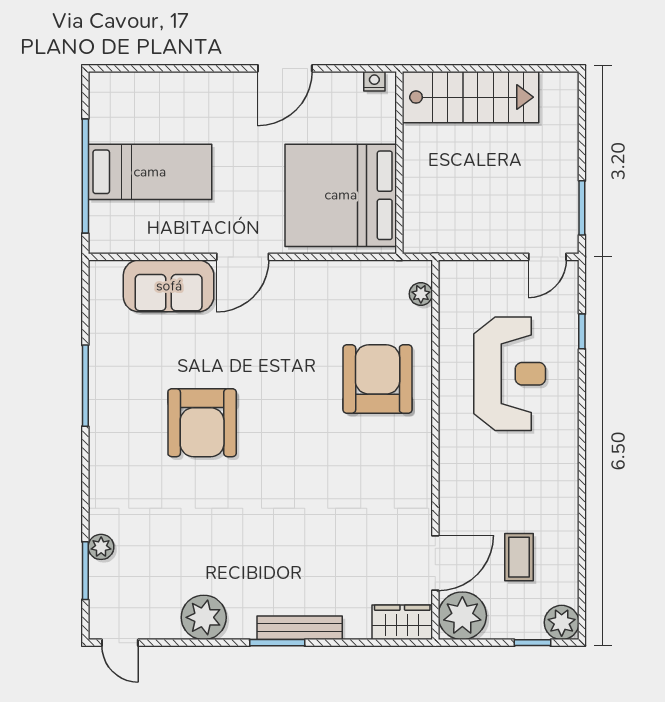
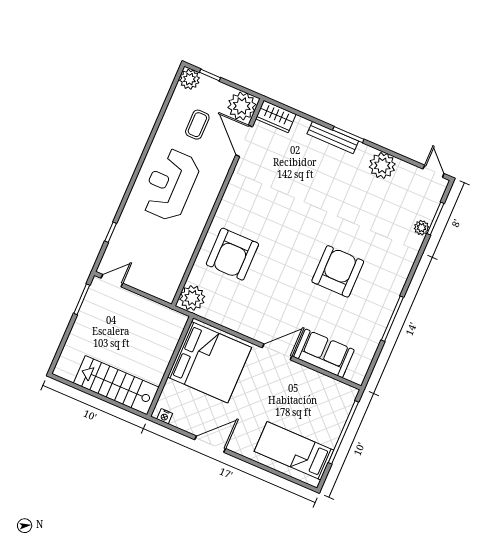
bed: (150, 172) -> (294, 451), moved
plant: (421, 294) -> (192, 298), width x1.88, depth x1.88
reception desk: (510, 374) -> (170, 185), moved
door: (435, 563) -> (244, 141), hinge flipped

